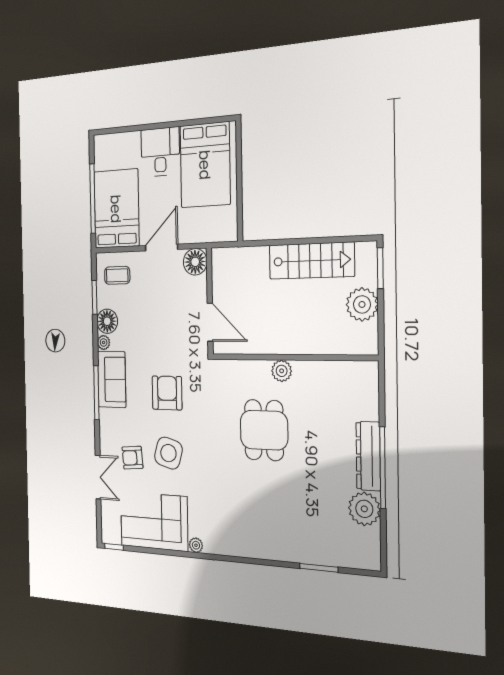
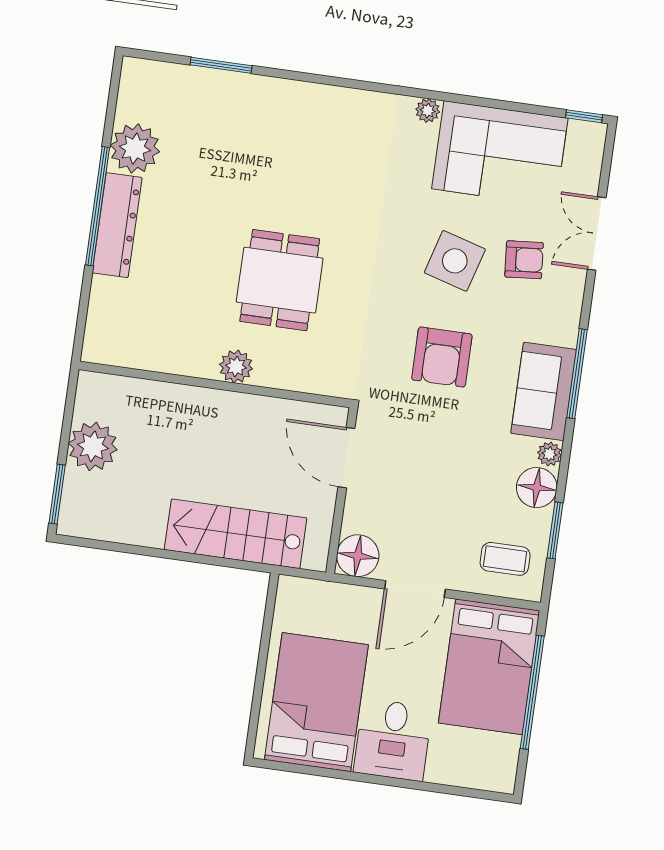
stairs: (311, 261) -> (236, 534), moved

